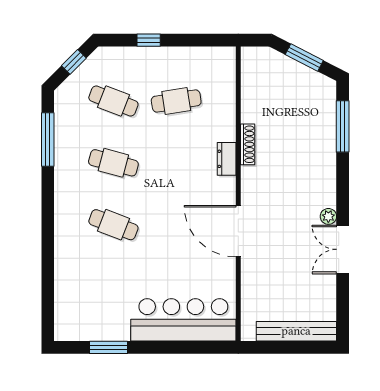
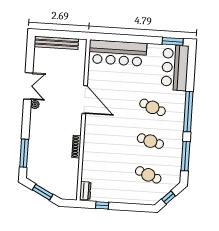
window: (149, 40) -> (102, 205), moved
cafe table: (176, 101) -> (114, 173), removed
dresser: (227, 159) -> (85, 191), moved
window: (48, 221) -> (188, 112), added
bar counter: (77, 300) -> (175, 68), added
window: (109, 347) -> (173, 41), moved

